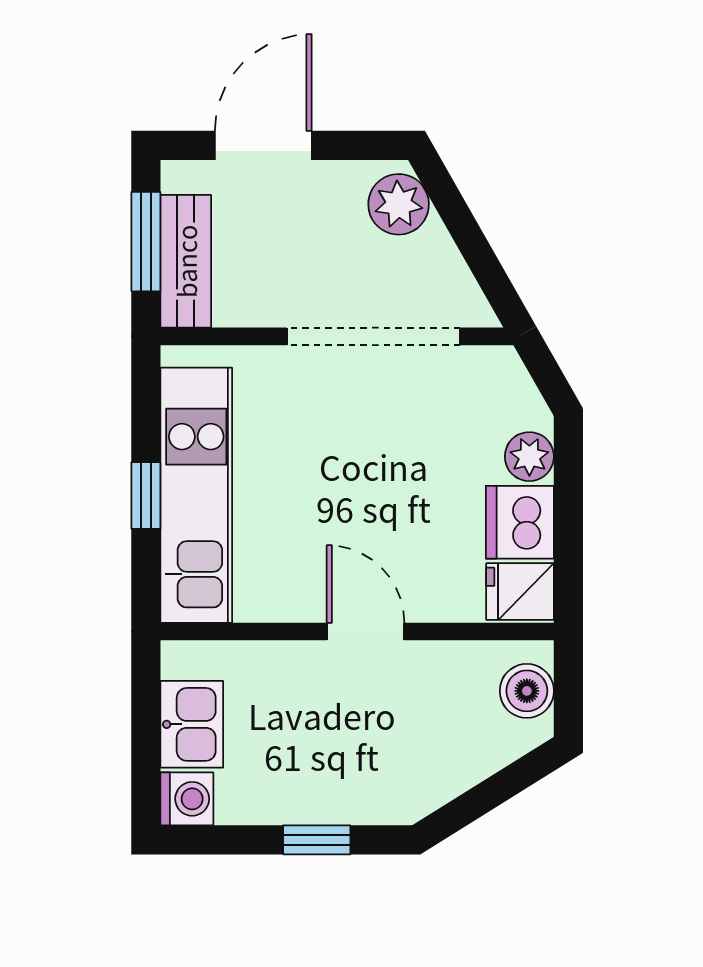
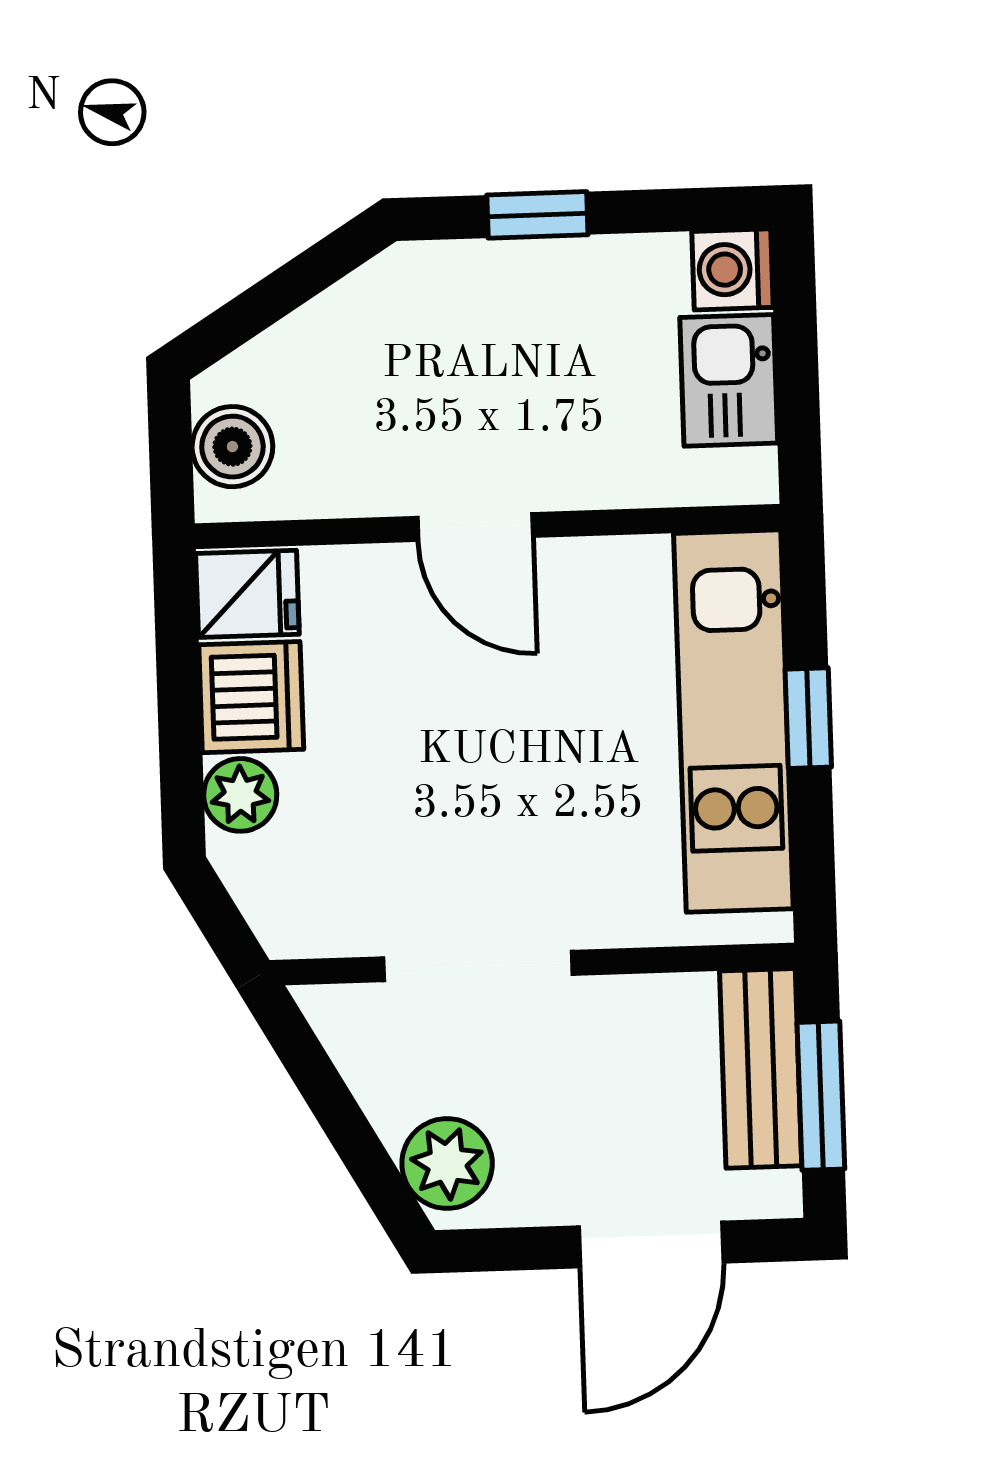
doorway: (373, 336) -> (478, 966), width x0.73

